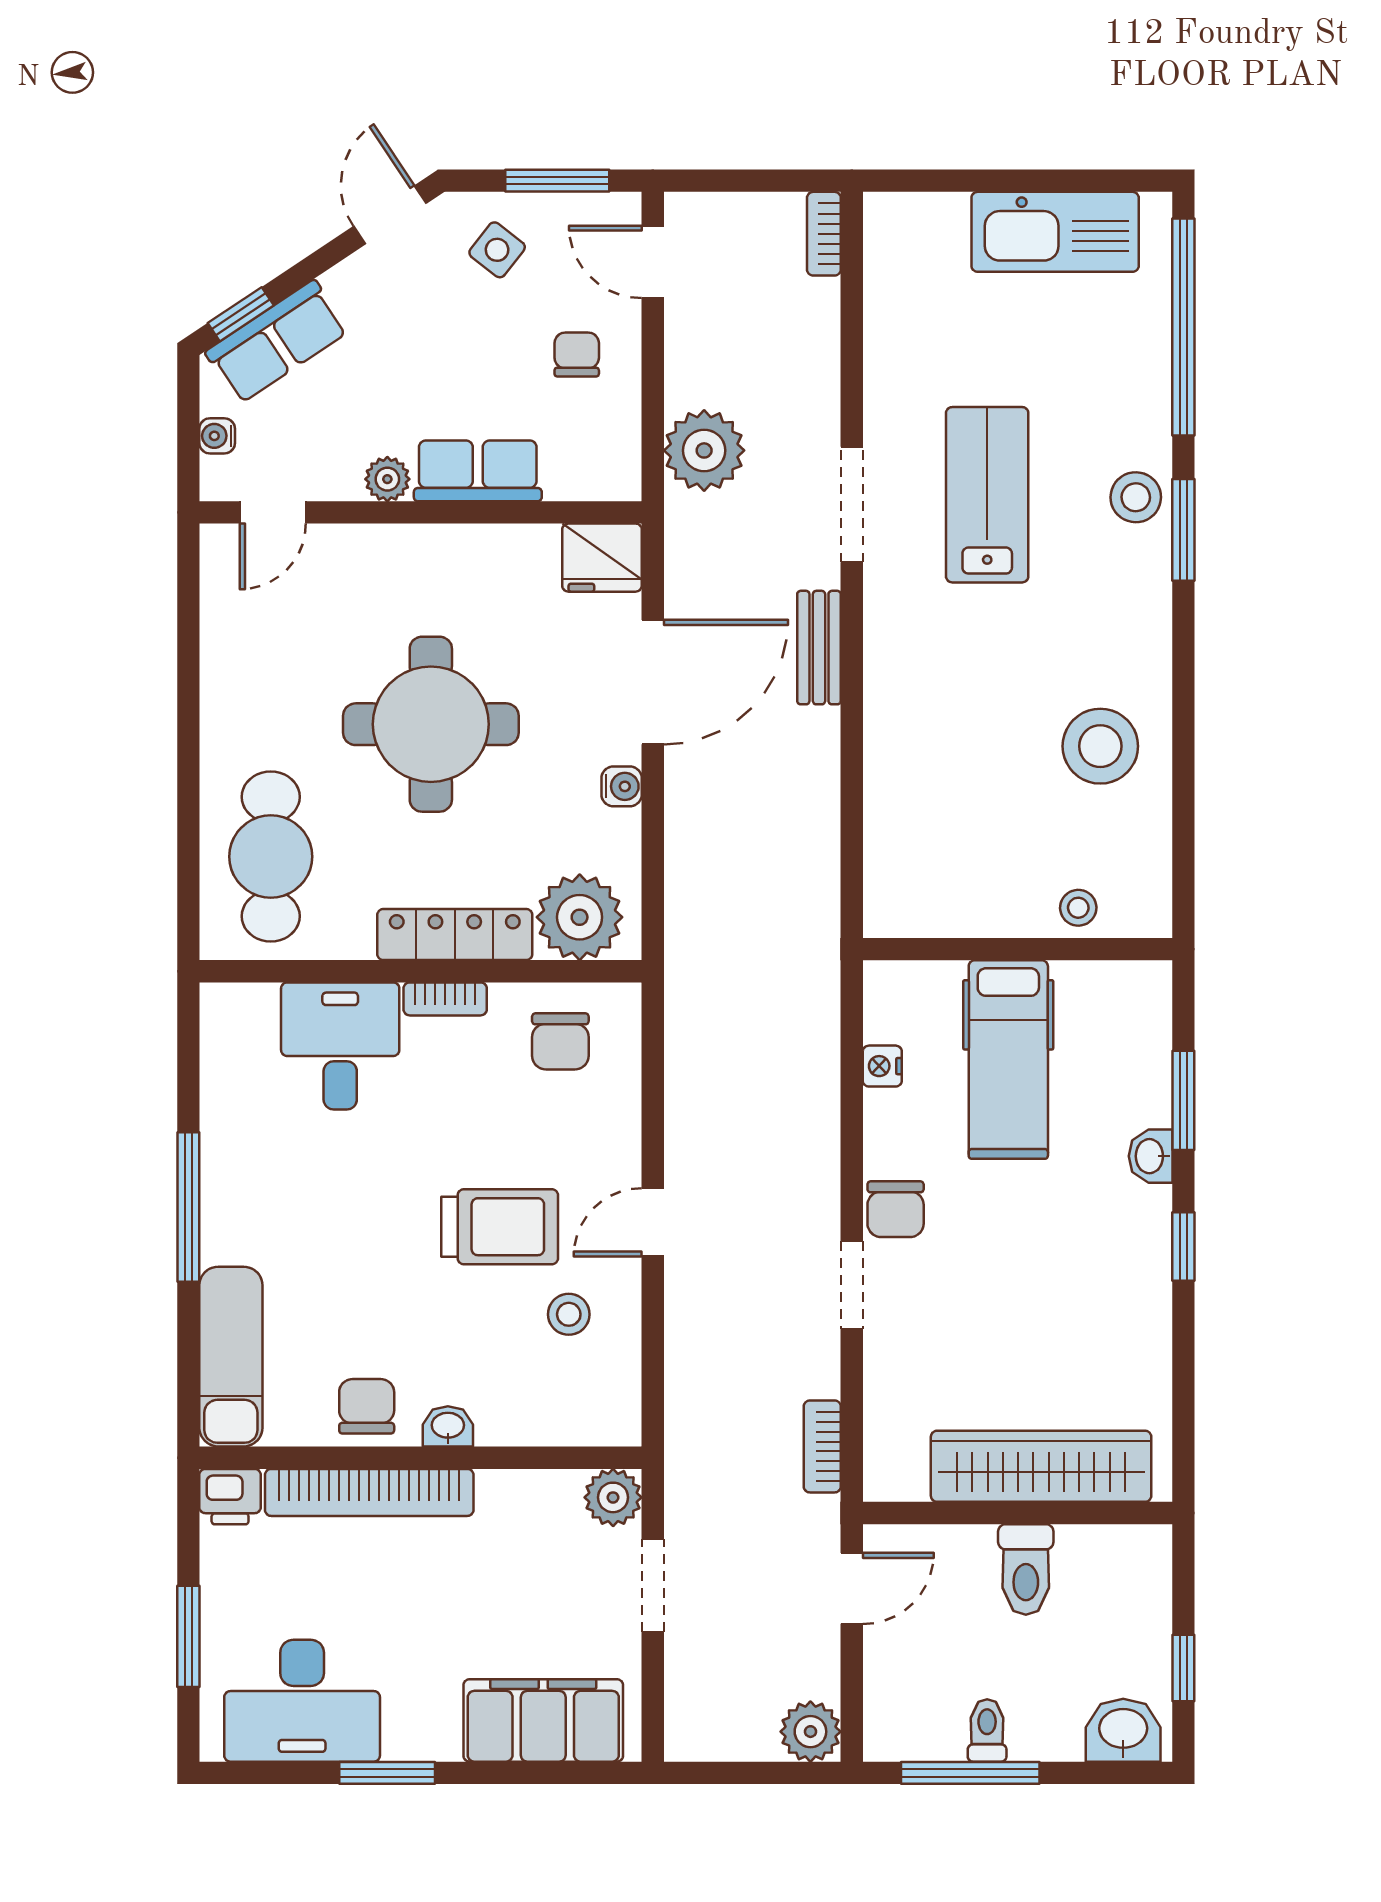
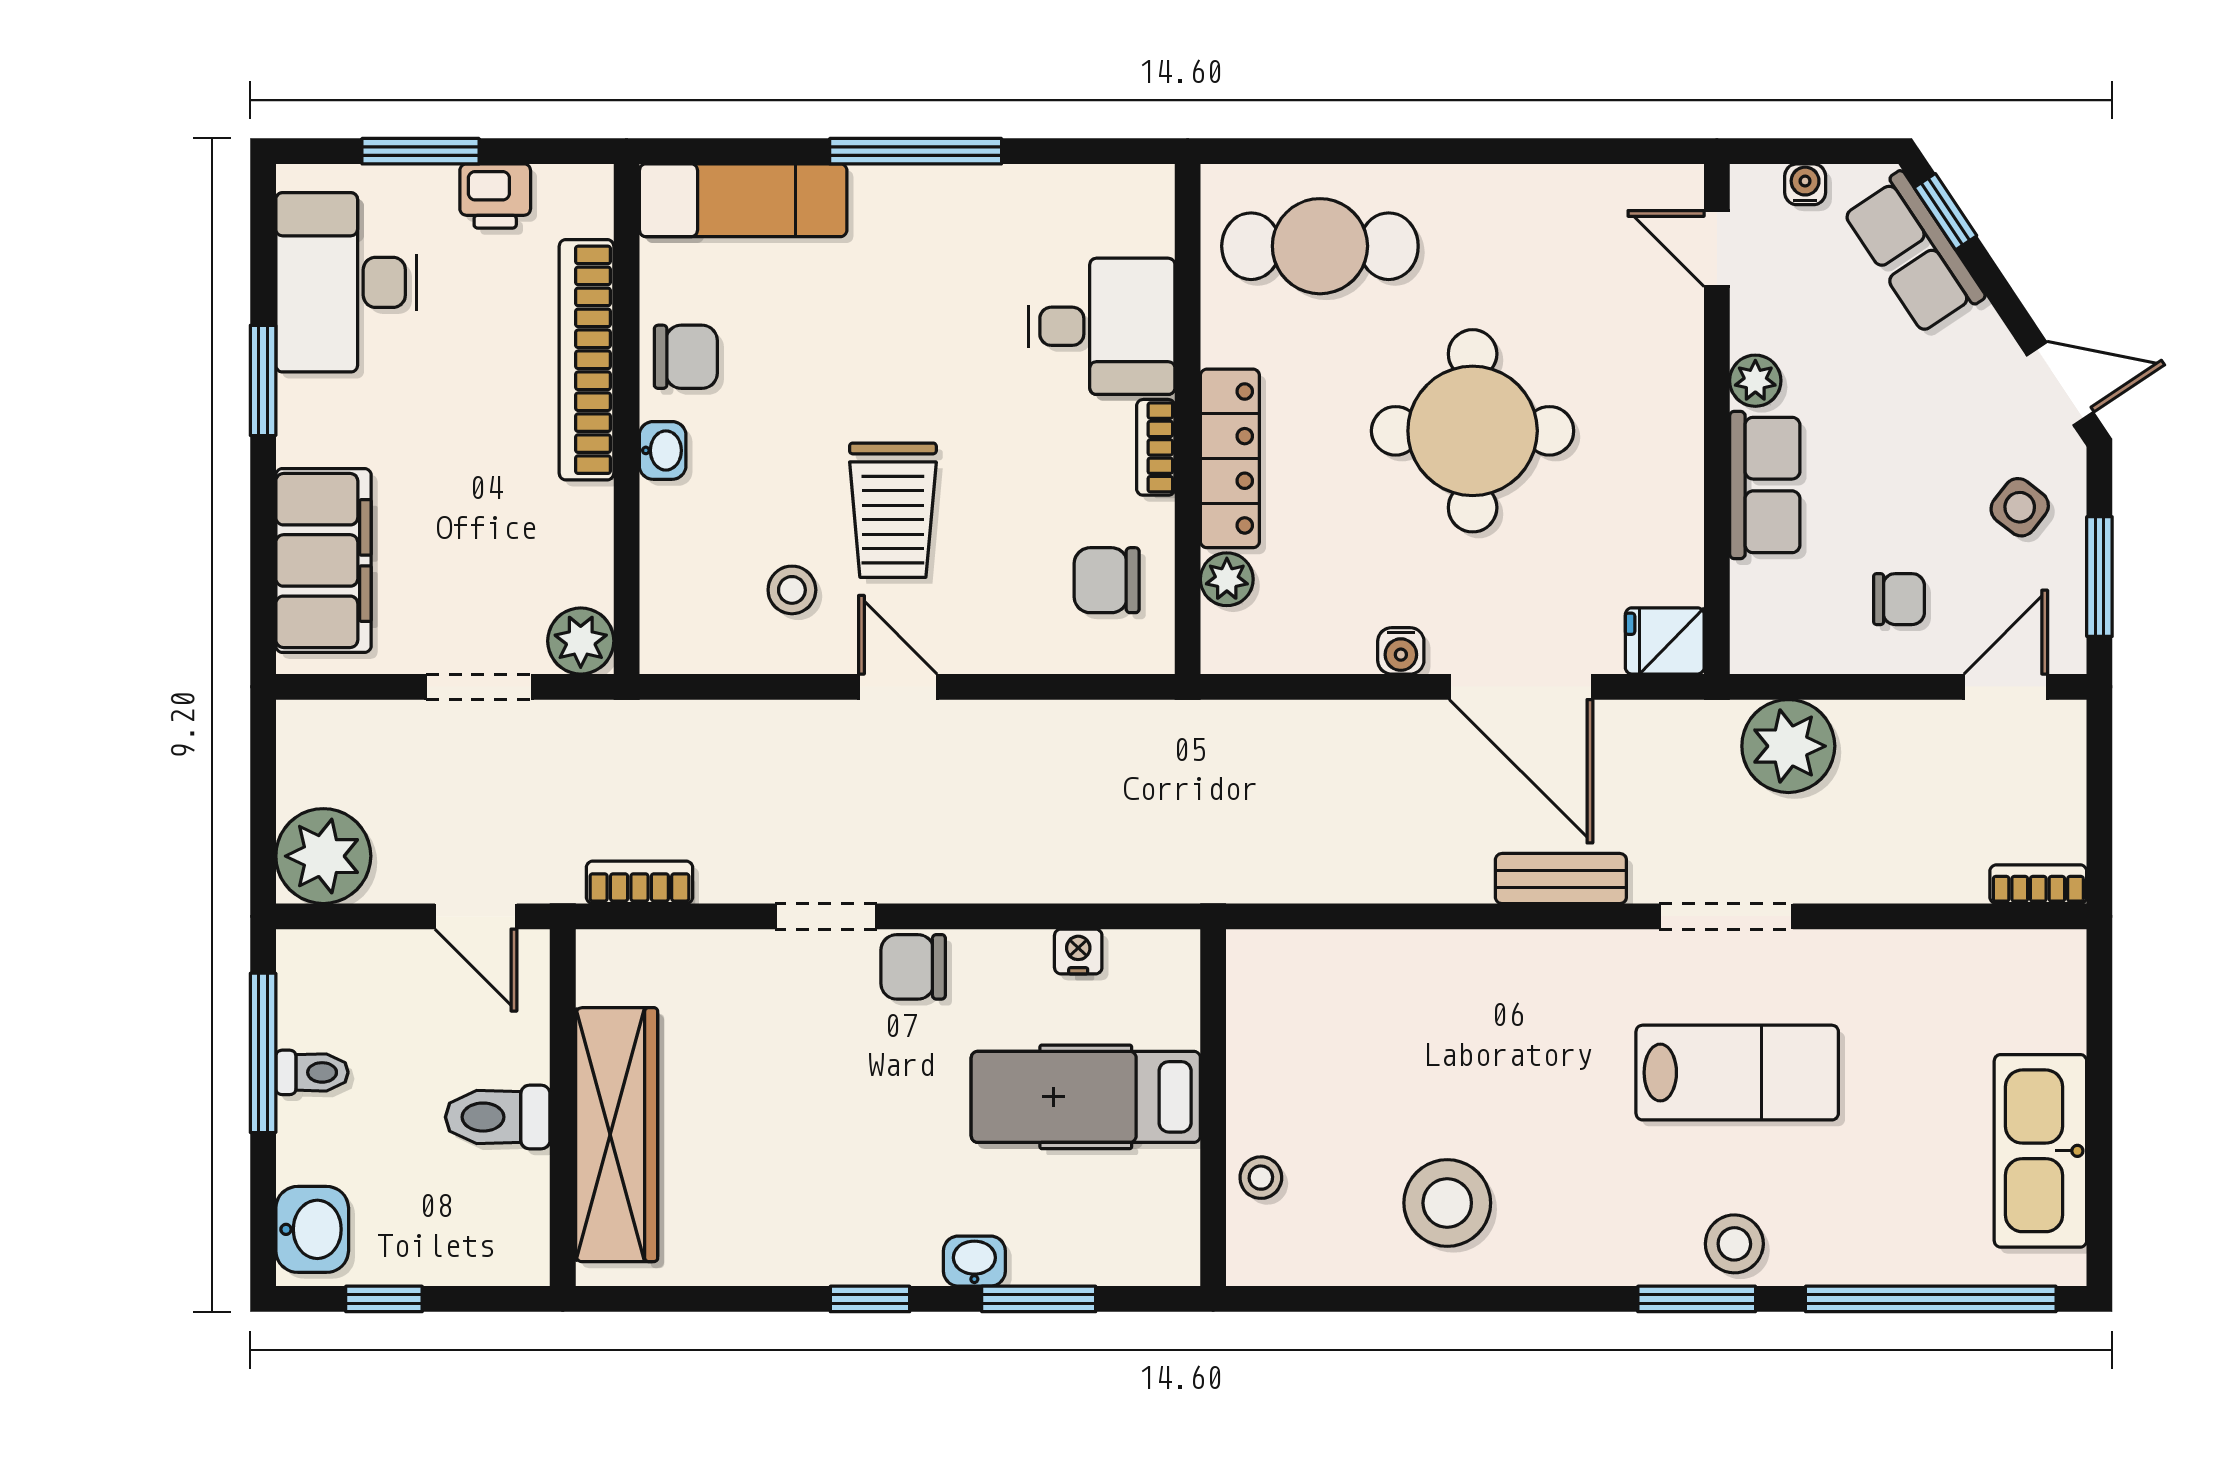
fridge: (602, 558) -> (1665, 641), width x0.72
plant: (580, 917) -> (1227, 579), width x0.53, depth x0.53
printer: (230, 1497) -> (495, 196), moved, turned -90
plant: (810, 1732) -> (323, 856), width x1.36, depth x1.36

